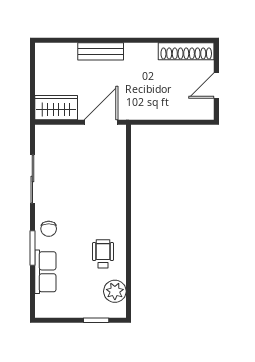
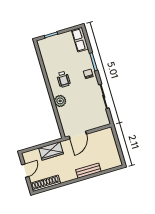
wardrobe: (56, 108) -> (51, 151), moved
wheelchair: (103, 254) -> (63, 79), moved
row of seats: (45, 272) -> (80, 40), moved
plant: (115, 291) -> (60, 101), moved

